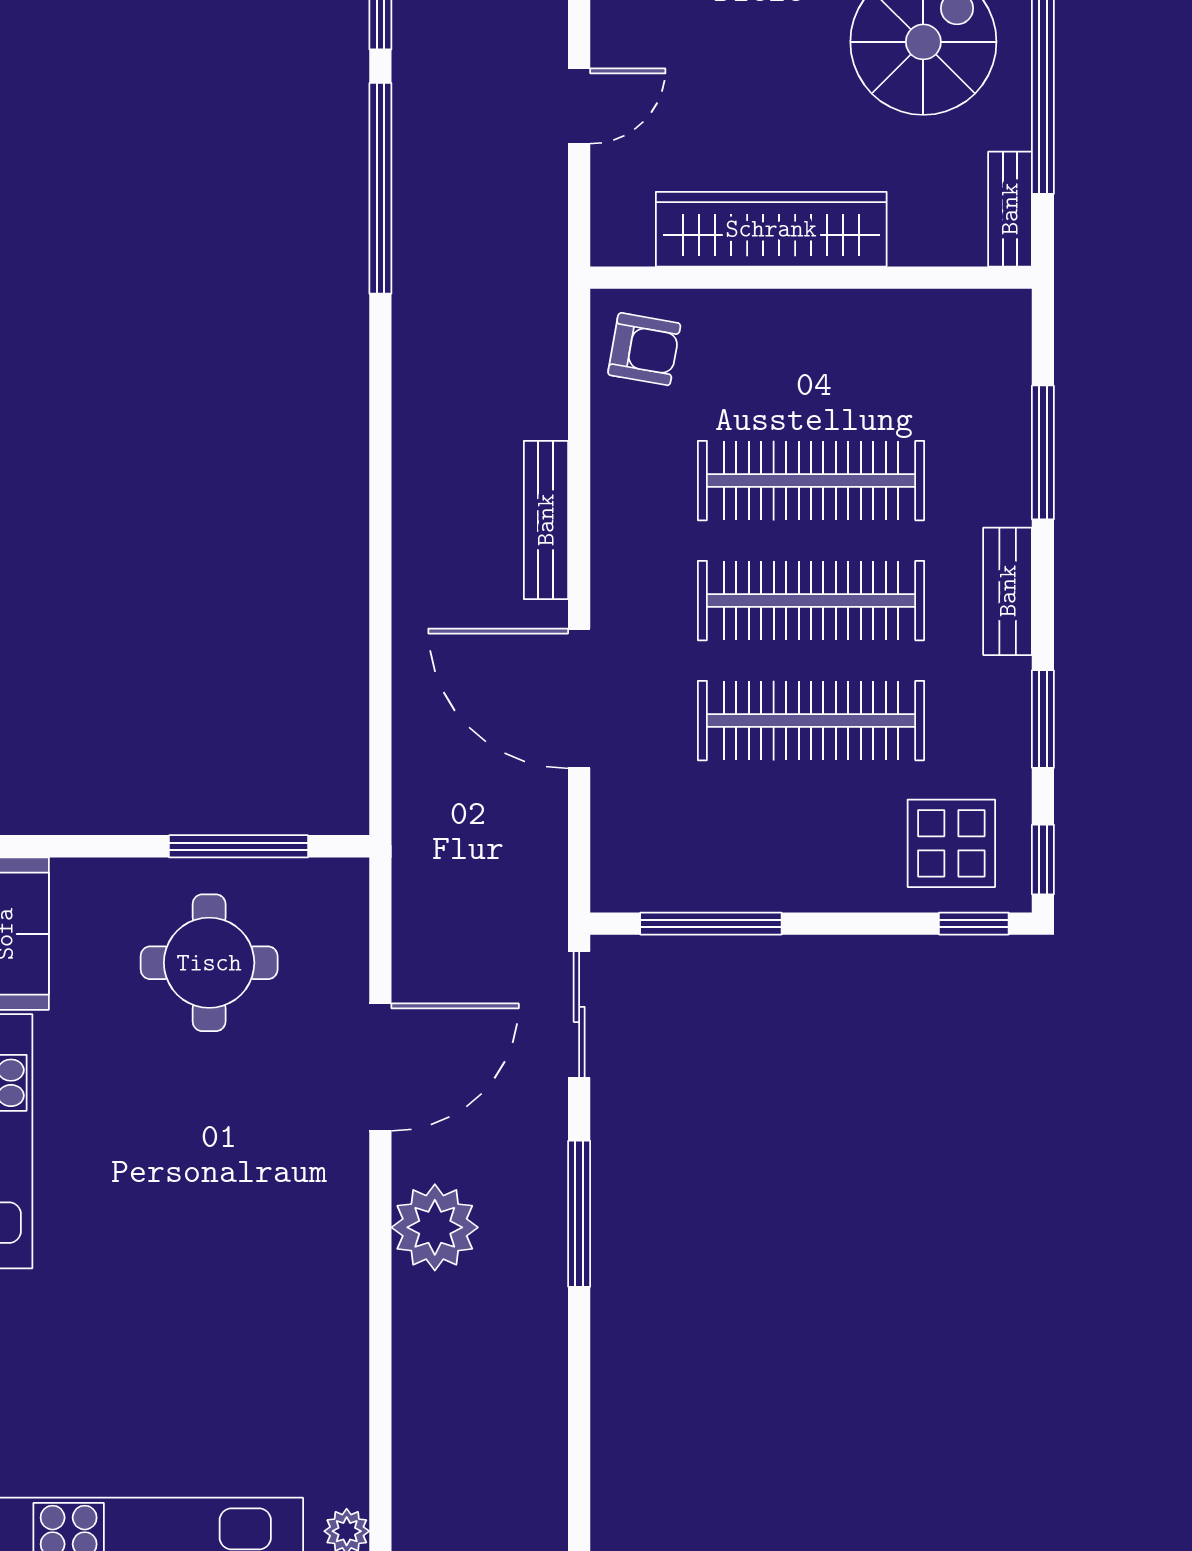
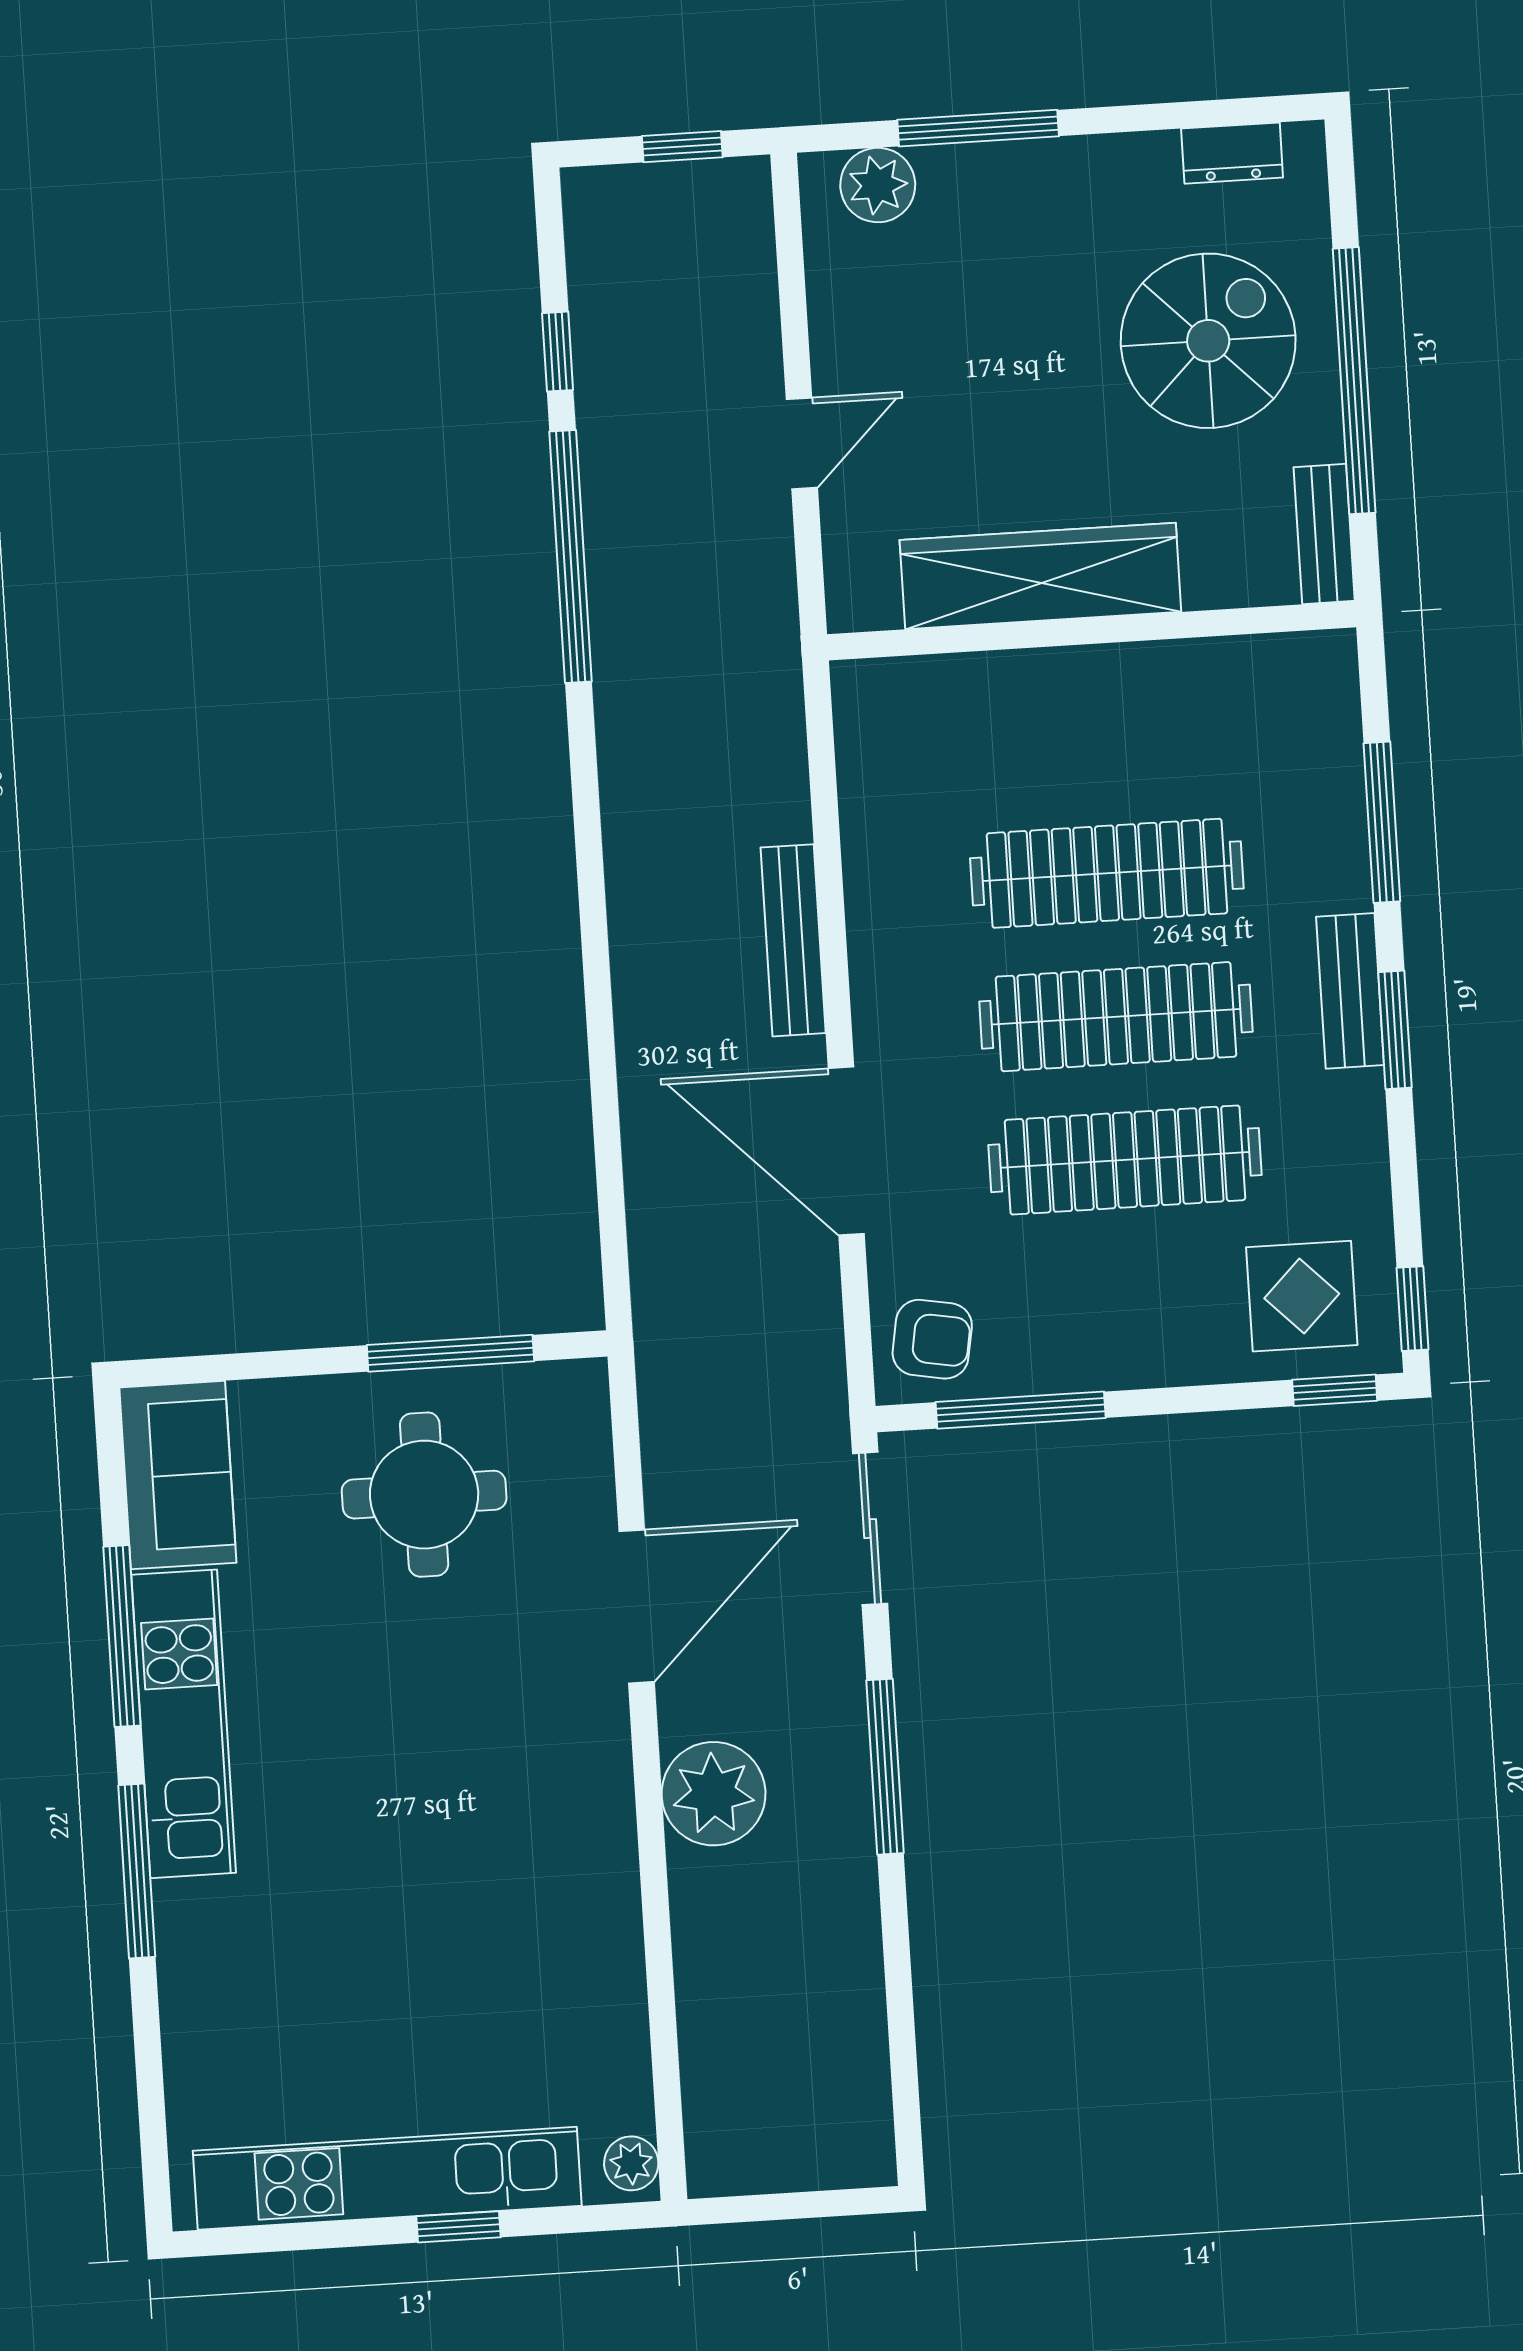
armchair: (644, 349) -> (932, 1339), moved
window: (1043, 719) -> (1395, 1030), moved

